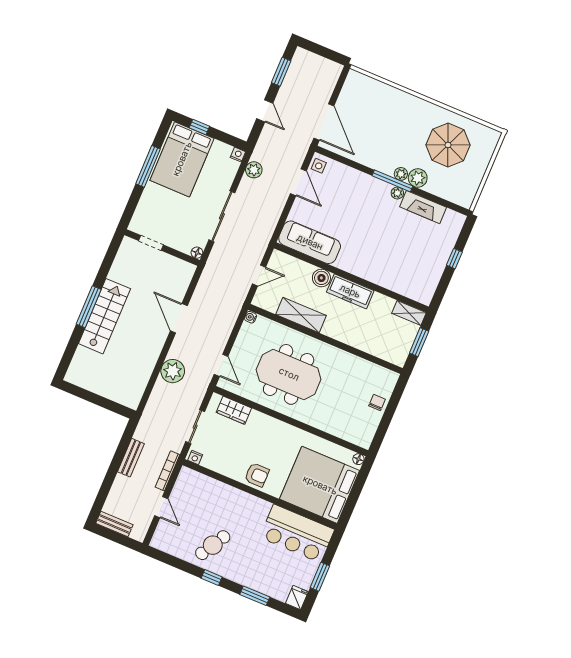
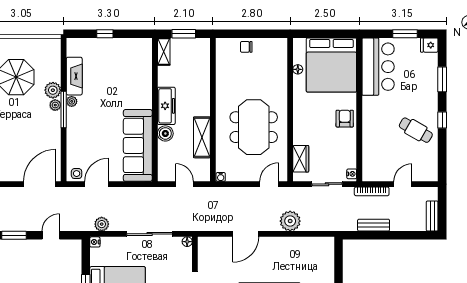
sofa: (310, 242) -> (138, 145), width x1.36, depth x1.27
floor lamp: (358, 459) -> (298, 69), moved

